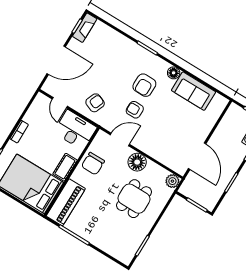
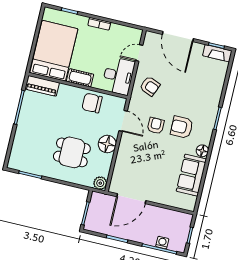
piano: (66, 202) -> (42, 86), width x0.73, depth x0.75

